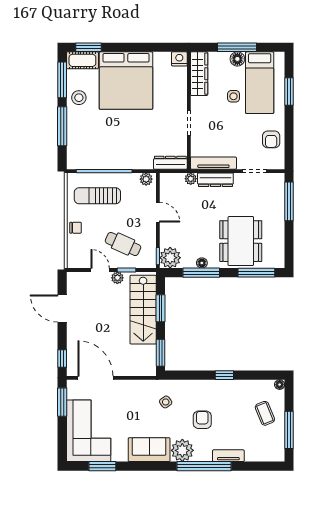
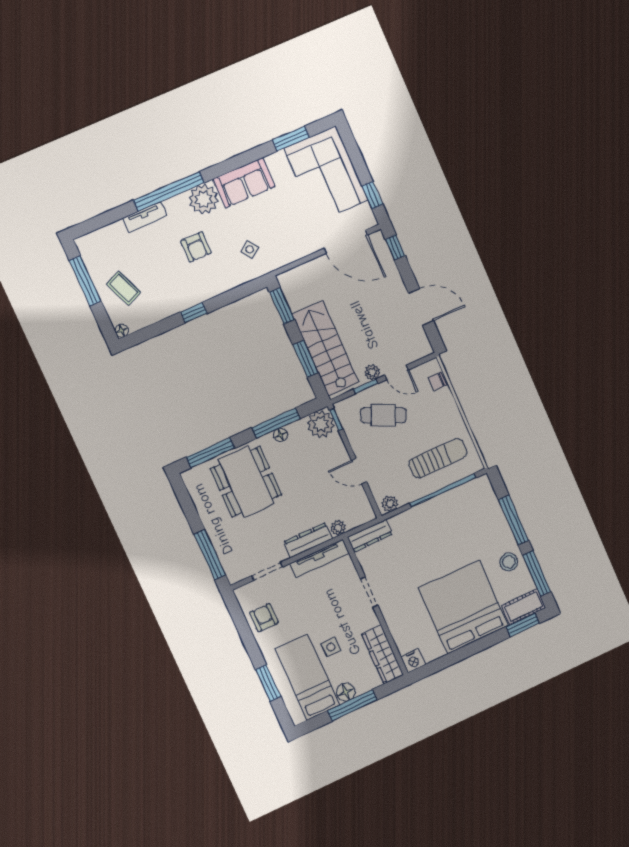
chair: (76, 228) -> (437, 381), moved
window: (62, 402) -> (372, 195), width x0.67

